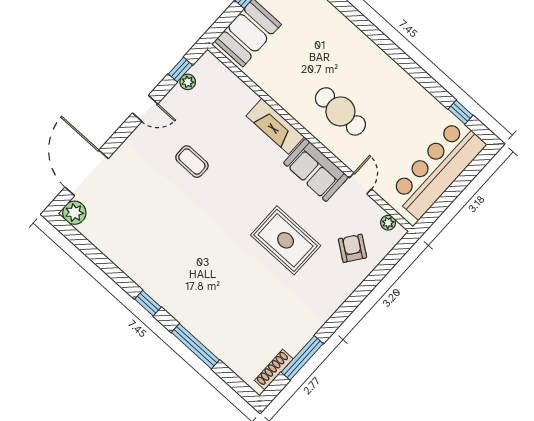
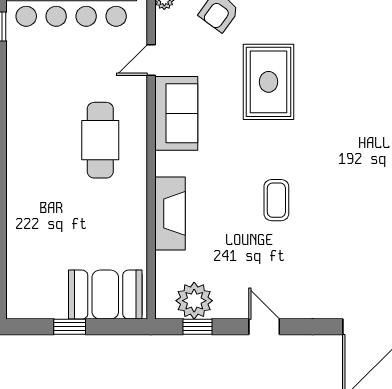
plant: (188, 82) -> (194, 301), width x1.88, depth x1.88
fireplace: (275, 126) -> (170, 213), moved
coffee table: (192, 162) -> (276, 200), moved

